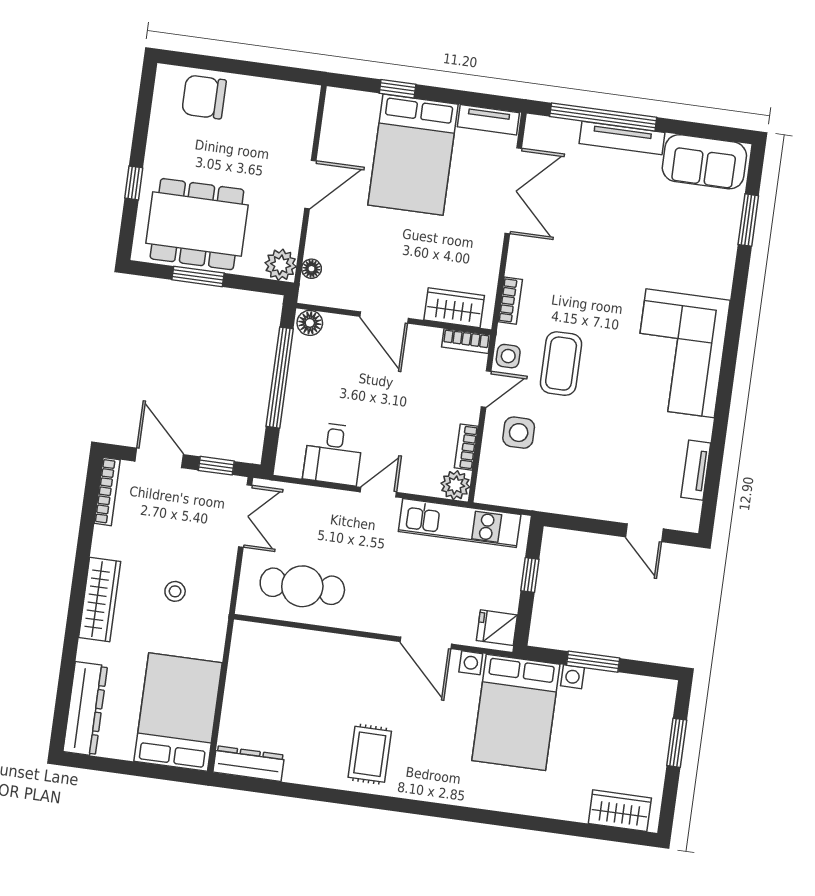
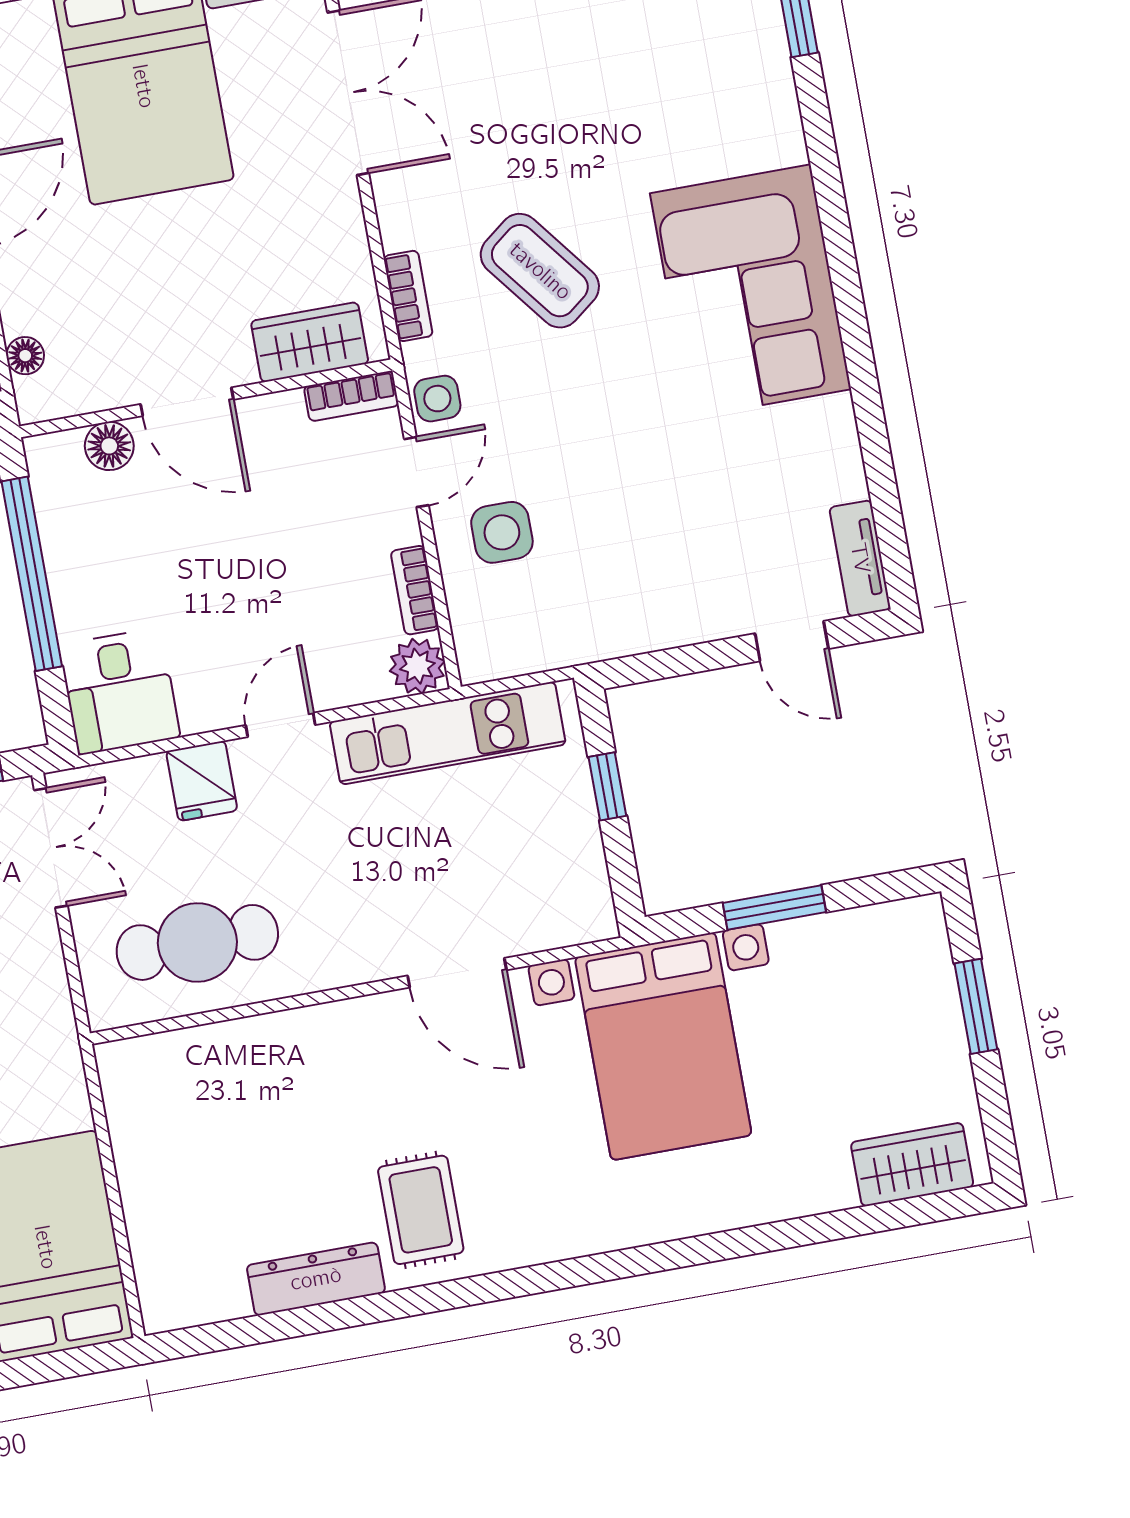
floor lamp: (310, 323) -> (109, 446), moved
coffee table: (561, 364) -> (540, 271), moved, turned -38
desk: (333, 454) -> (120, 691), moved
tv unit: (696, 470) -> (860, 558), moved
fridge: (497, 628) -> (202, 781), moved, turned -90
dresser: (249, 764) -> (316, 1279), moved

